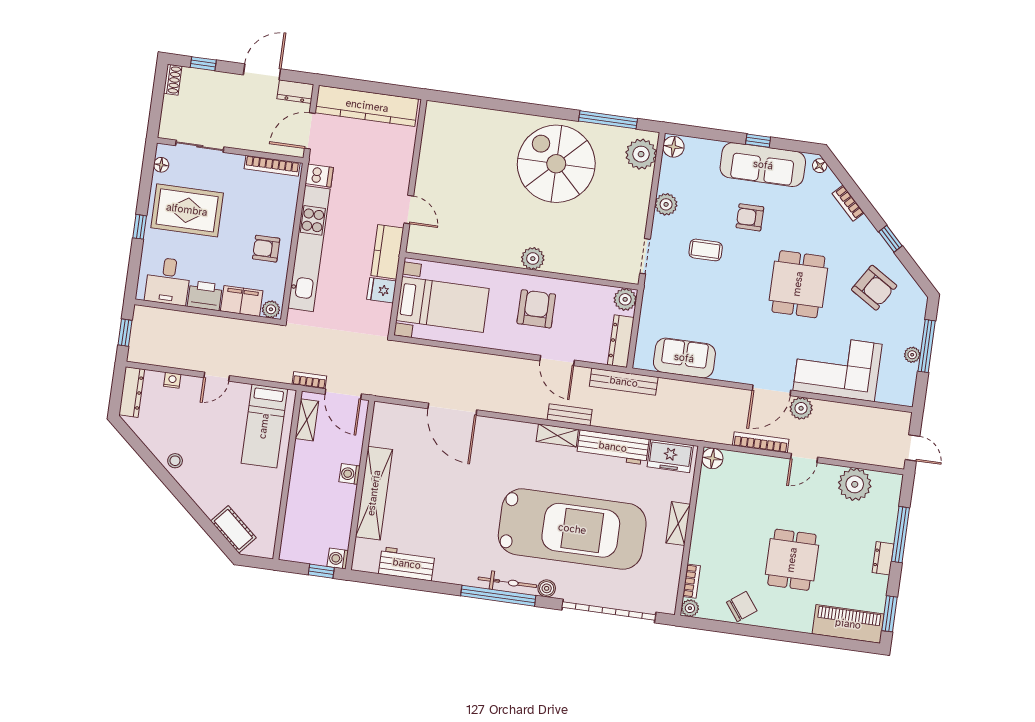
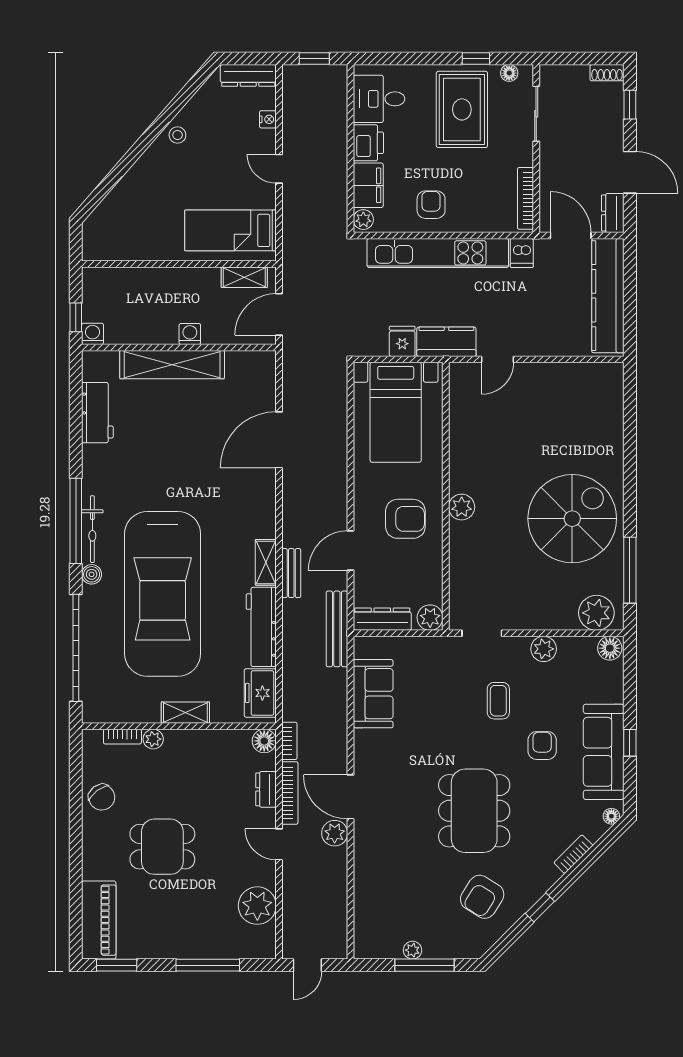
window: (140, 227) -> (476, 59), moved
dining table: (798, 284) -> (474, 811), width x1.38
corner sofa: (838, 367) -> (387, 868), removed
bookcase: (309, 380) -> (289, 741), moved
cot: (233, 529) -> (109, 212), removed
dresser: (883, 558) -> (266, 789), moved, turned -90
plant: (690, 608) -> (153, 739), moved

